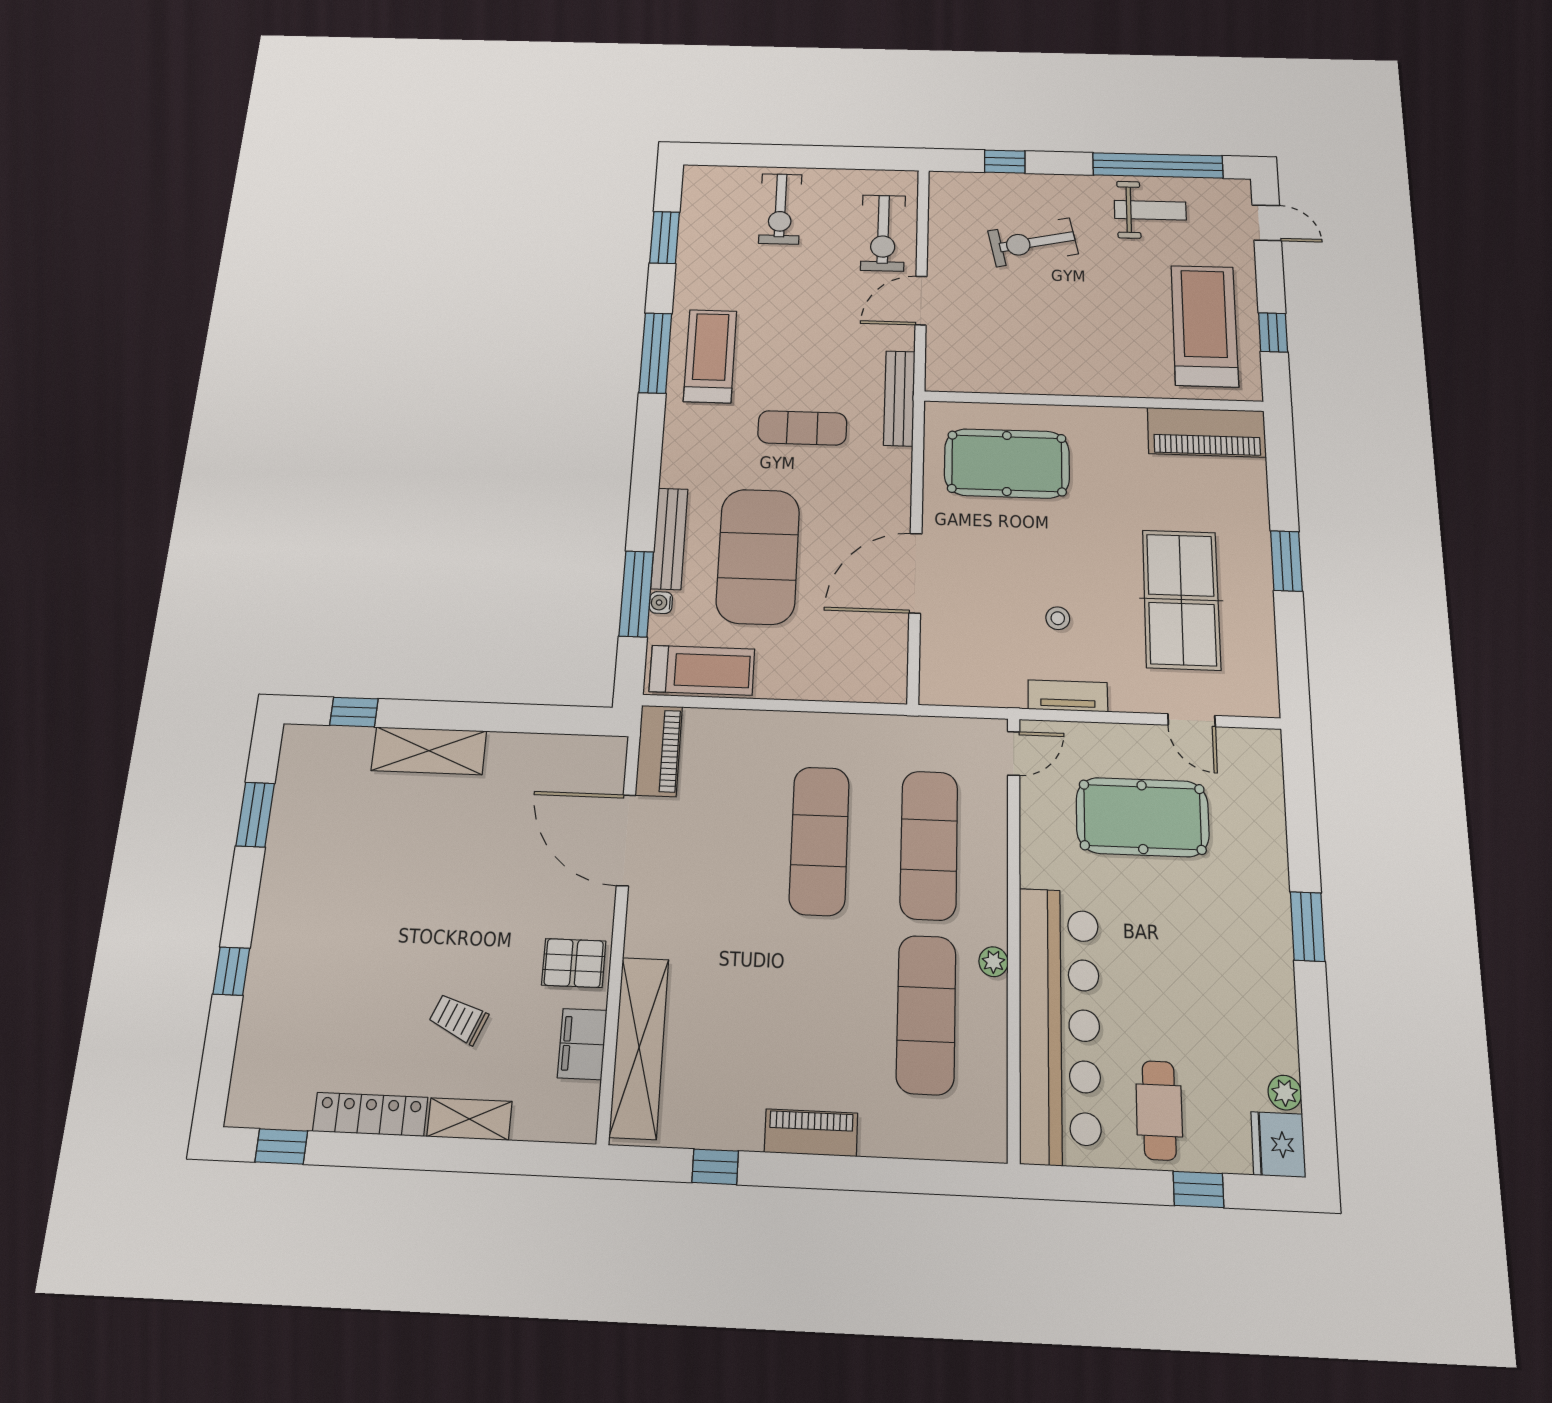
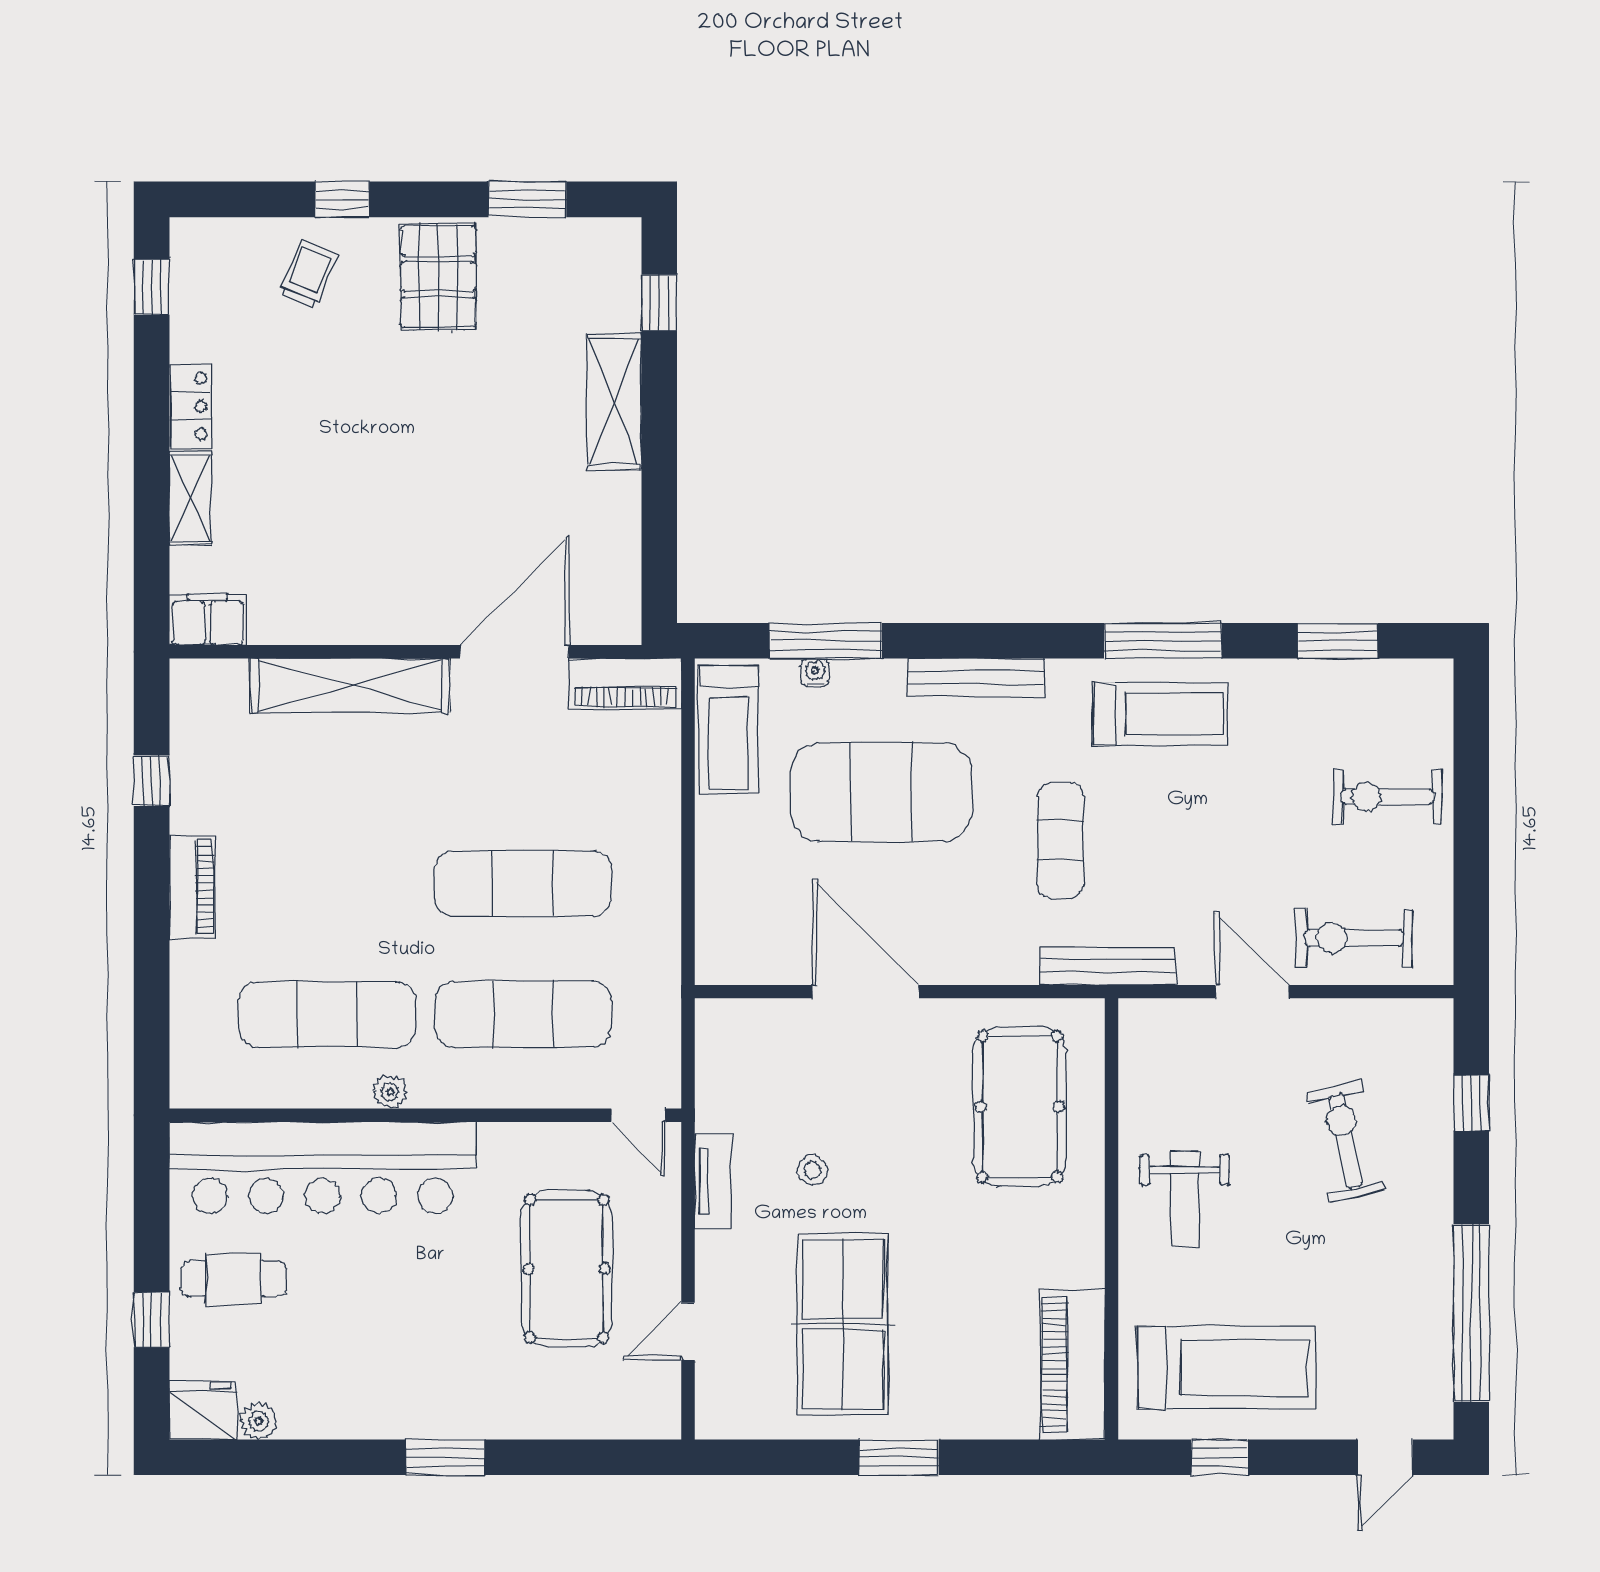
weight bench: (1150, 210) -> (1185, 1199), moved
bench: (669, 539) -> (976, 678), moved
table tennis table: (1181, 599) -> (843, 1324), turned 90
pallet: (574, 963) -> (438, 277), moved, width x1.50, depth x1.42
trolley: (458, 1019) -> (308, 274), moved
filing cabinet: (582, 1044) -> (208, 620), moved
shelving: (639, 1047) -> (350, 686), moved
locker: (370, 1114) -> (190, 406), width x0.66

